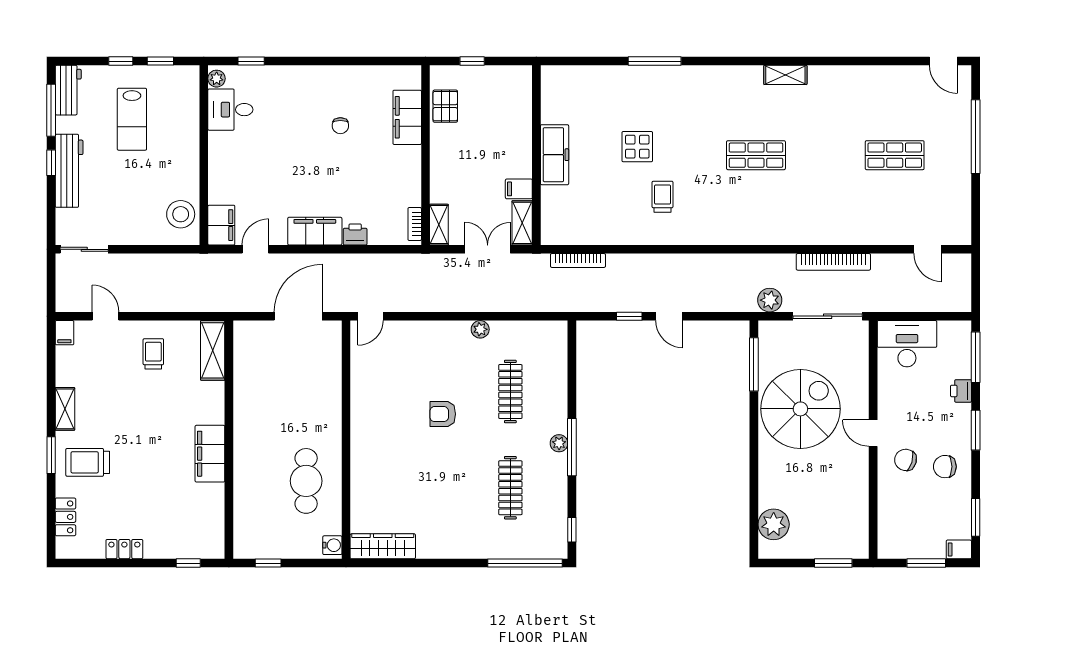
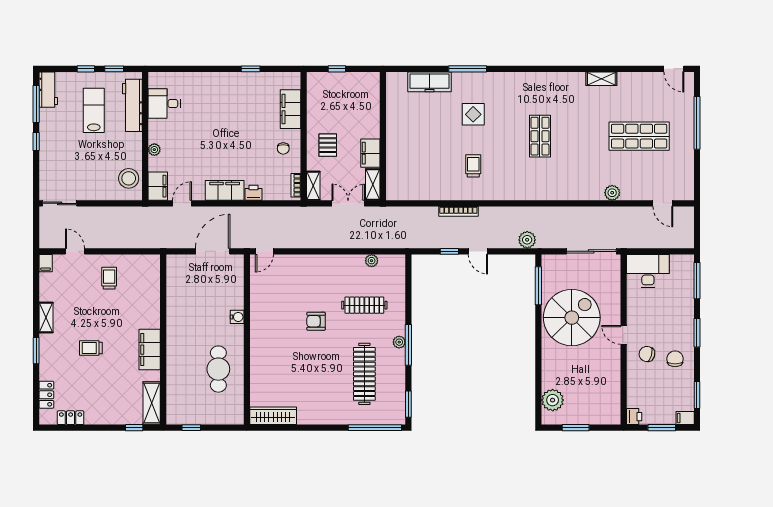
window: (251, 61) -> (251, 69), moved
shelving: (785, 75) -> (601, 79), moved
plant: (217, 79) -> (154, 150), moved
pallet: (445, 106) -> (328, 145), moved
lab bench: (132, 119) -> (94, 110), turned 180
chair: (340, 126) -> (283, 148), moved
display table: (637, 147) -> (473, 114), moved
freezer: (555, 155) -> (430, 82), moved, turned 90
shop shelf: (756, 155) -> (540, 136), turned 90
shop shelf: (895, 155) -> (639, 136), width x1.43, depth x1.36
workbench: (69, 171) -> (132, 105), moved, turned 180
filing cabinet: (519, 189) -> (370, 153), width x2.00
plant: (857, 234) -> (612, 193), added
bookcase: (578, 260) -> (458, 211), moved
bookcase: (833, 262) -> (595, 212), removed
plant: (770, 300) -> (527, 240), moved
plant: (480, 329) -> (372, 261), moved
shelving: (213, 350) -> (152, 403), moved
printer: (961, 391) -> (634, 417), moved, turned 180
clothes rail: (510, 392) -> (364, 305), turned 90
trolley: (88, 462) -> (91, 348), moved, width x0.73, depth x0.72
chair: (945, 467) -> (675, 359), turned 90
clothes rail: (510, 488) -> (364, 374), width x1.37, depth x1.31
window: (572, 530) -> (408, 404), width x1.50
water cooler: (332, 545) -> (237, 317), moved
locker: (124, 549) -> (71, 418), moved
window: (833, 563) -> (576, 428), moved

